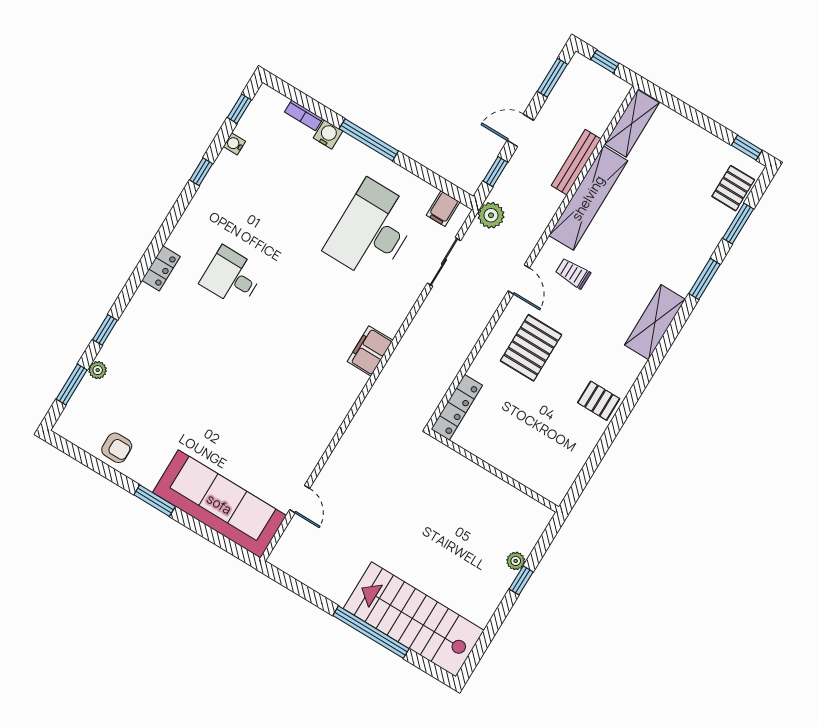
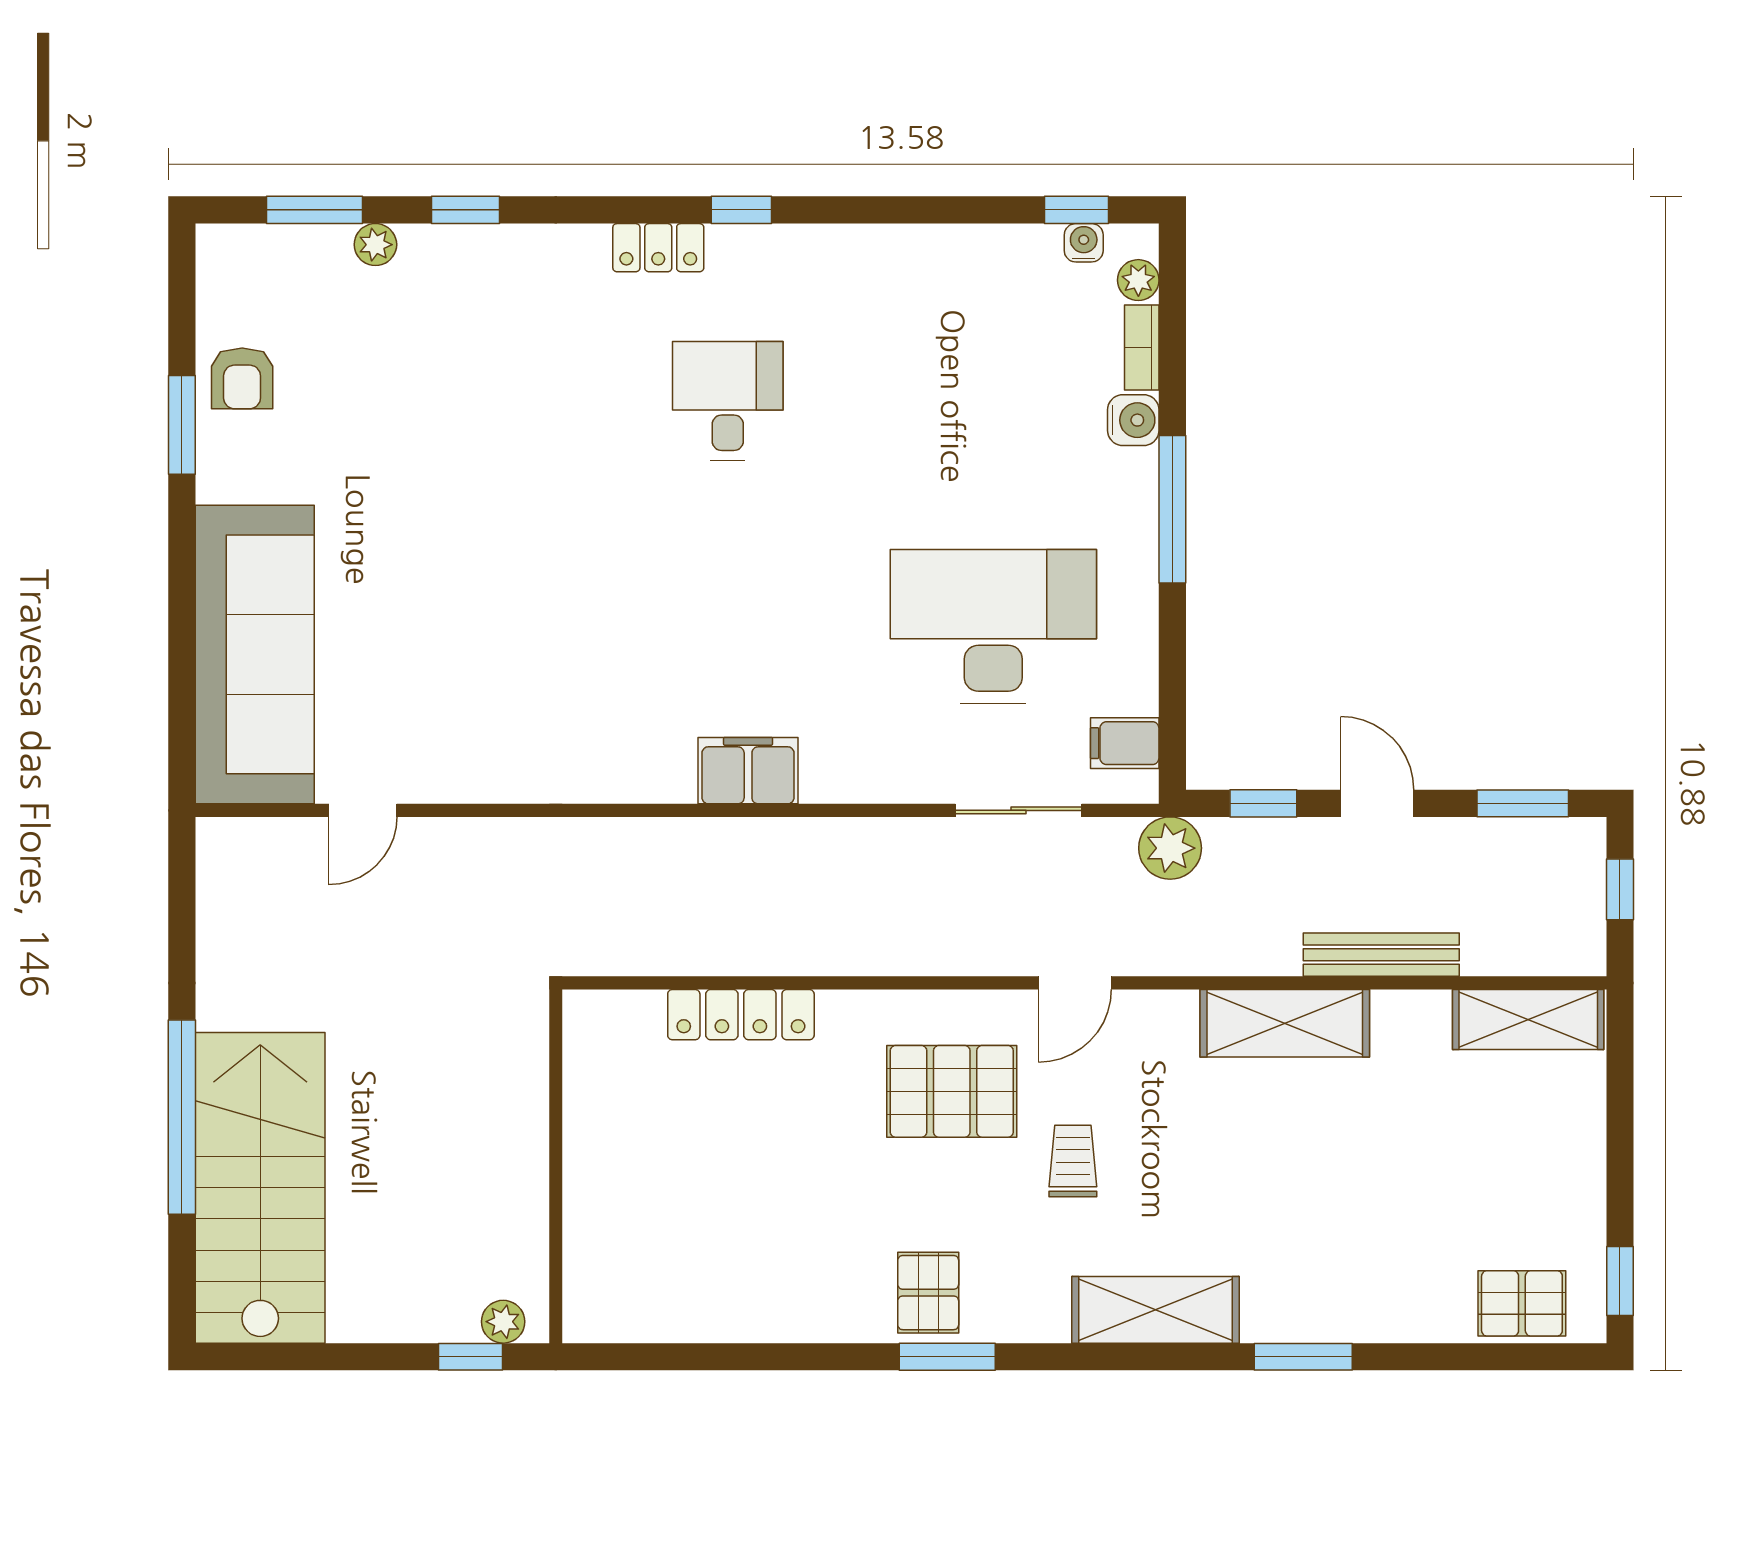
plant: (278, 102) -> (1138, 280), added
water cooler: (234, 144) -> (1084, 243), moved
window: (201, 172) -> (741, 210), moved
shelving: (588, 198) -> (1285, 1023), width x0.68
window: (738, 224) -> (947, 1357), moved
trolley: (573, 273) -> (1073, 1161), moved
wall: (494, 471) -> (556, 1166), moved
window: (155, 501) -> (182, 425), moved

